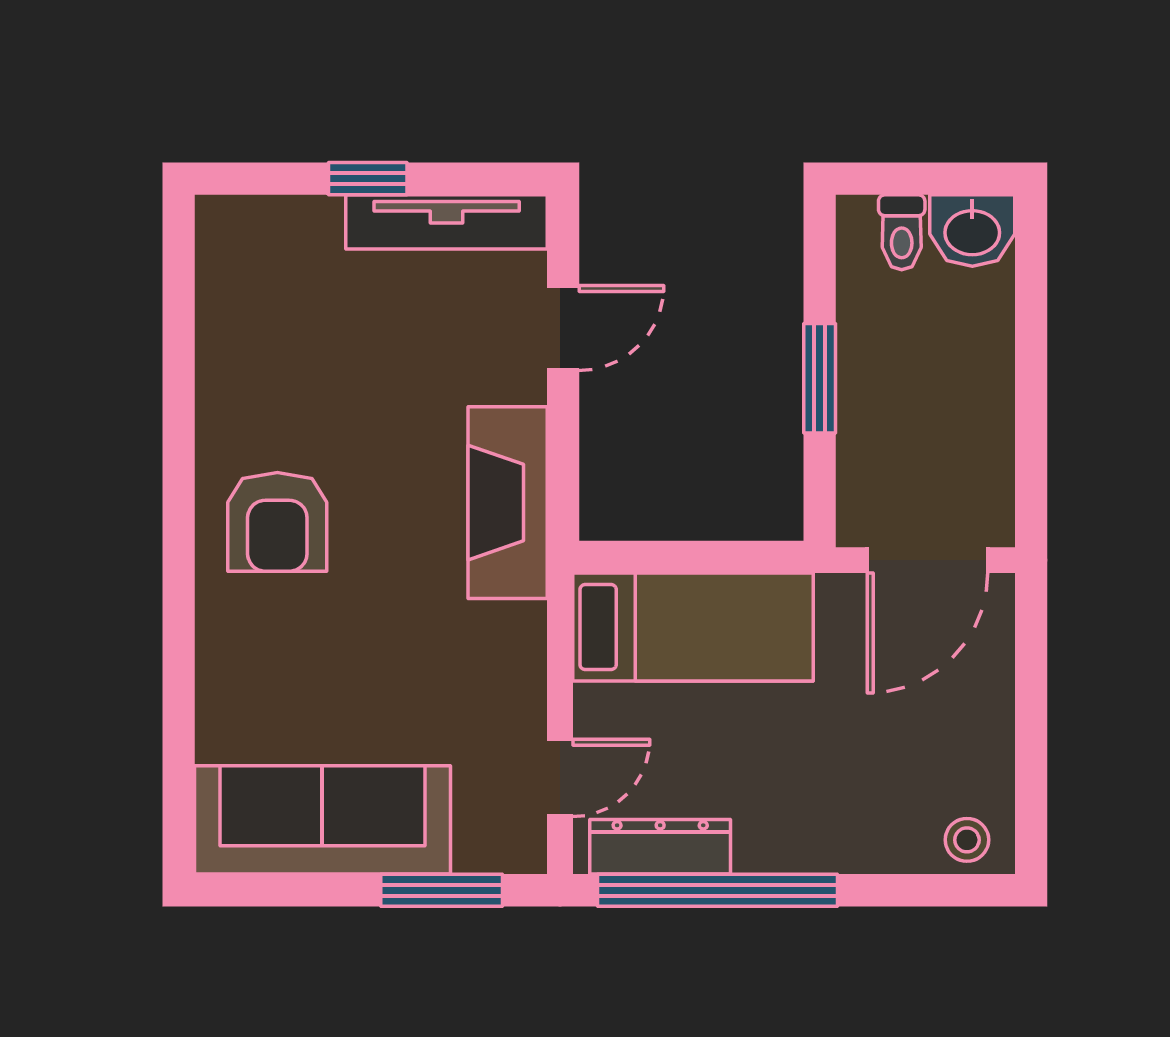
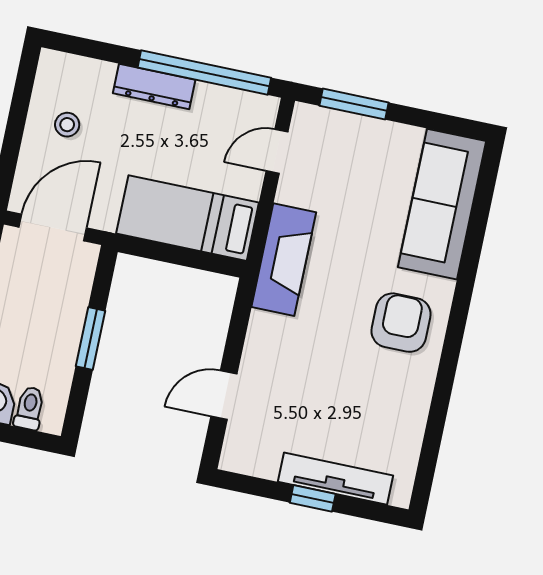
tv unit: (447, 222) -> (336, 479), moved
fireplace: (508, 503) -> (284, 260), moved
sofa: (322, 820) -> (442, 204), moved, turned 90
stool: (967, 840) -> (67, 125), moved
dresser: (660, 847) -> (154, 87), moved

